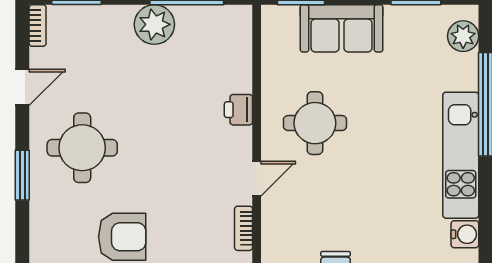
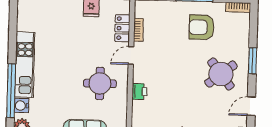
round table: (82, 148) -> (221, 74), turned -38
locker: (275, 231) -> (122, 28), added
water cooler: (465, 234) -> (21, 106), moved

